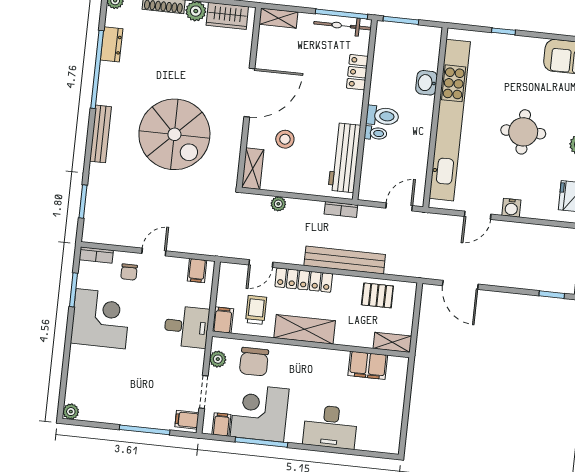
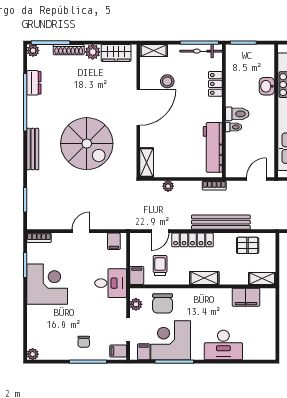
stool: (285, 139) -> (167, 81), moved
chair: (129, 272) -> (84, 342), moved
shelving: (305, 329) -> (204, 278), width x0.67, depth x0.75

